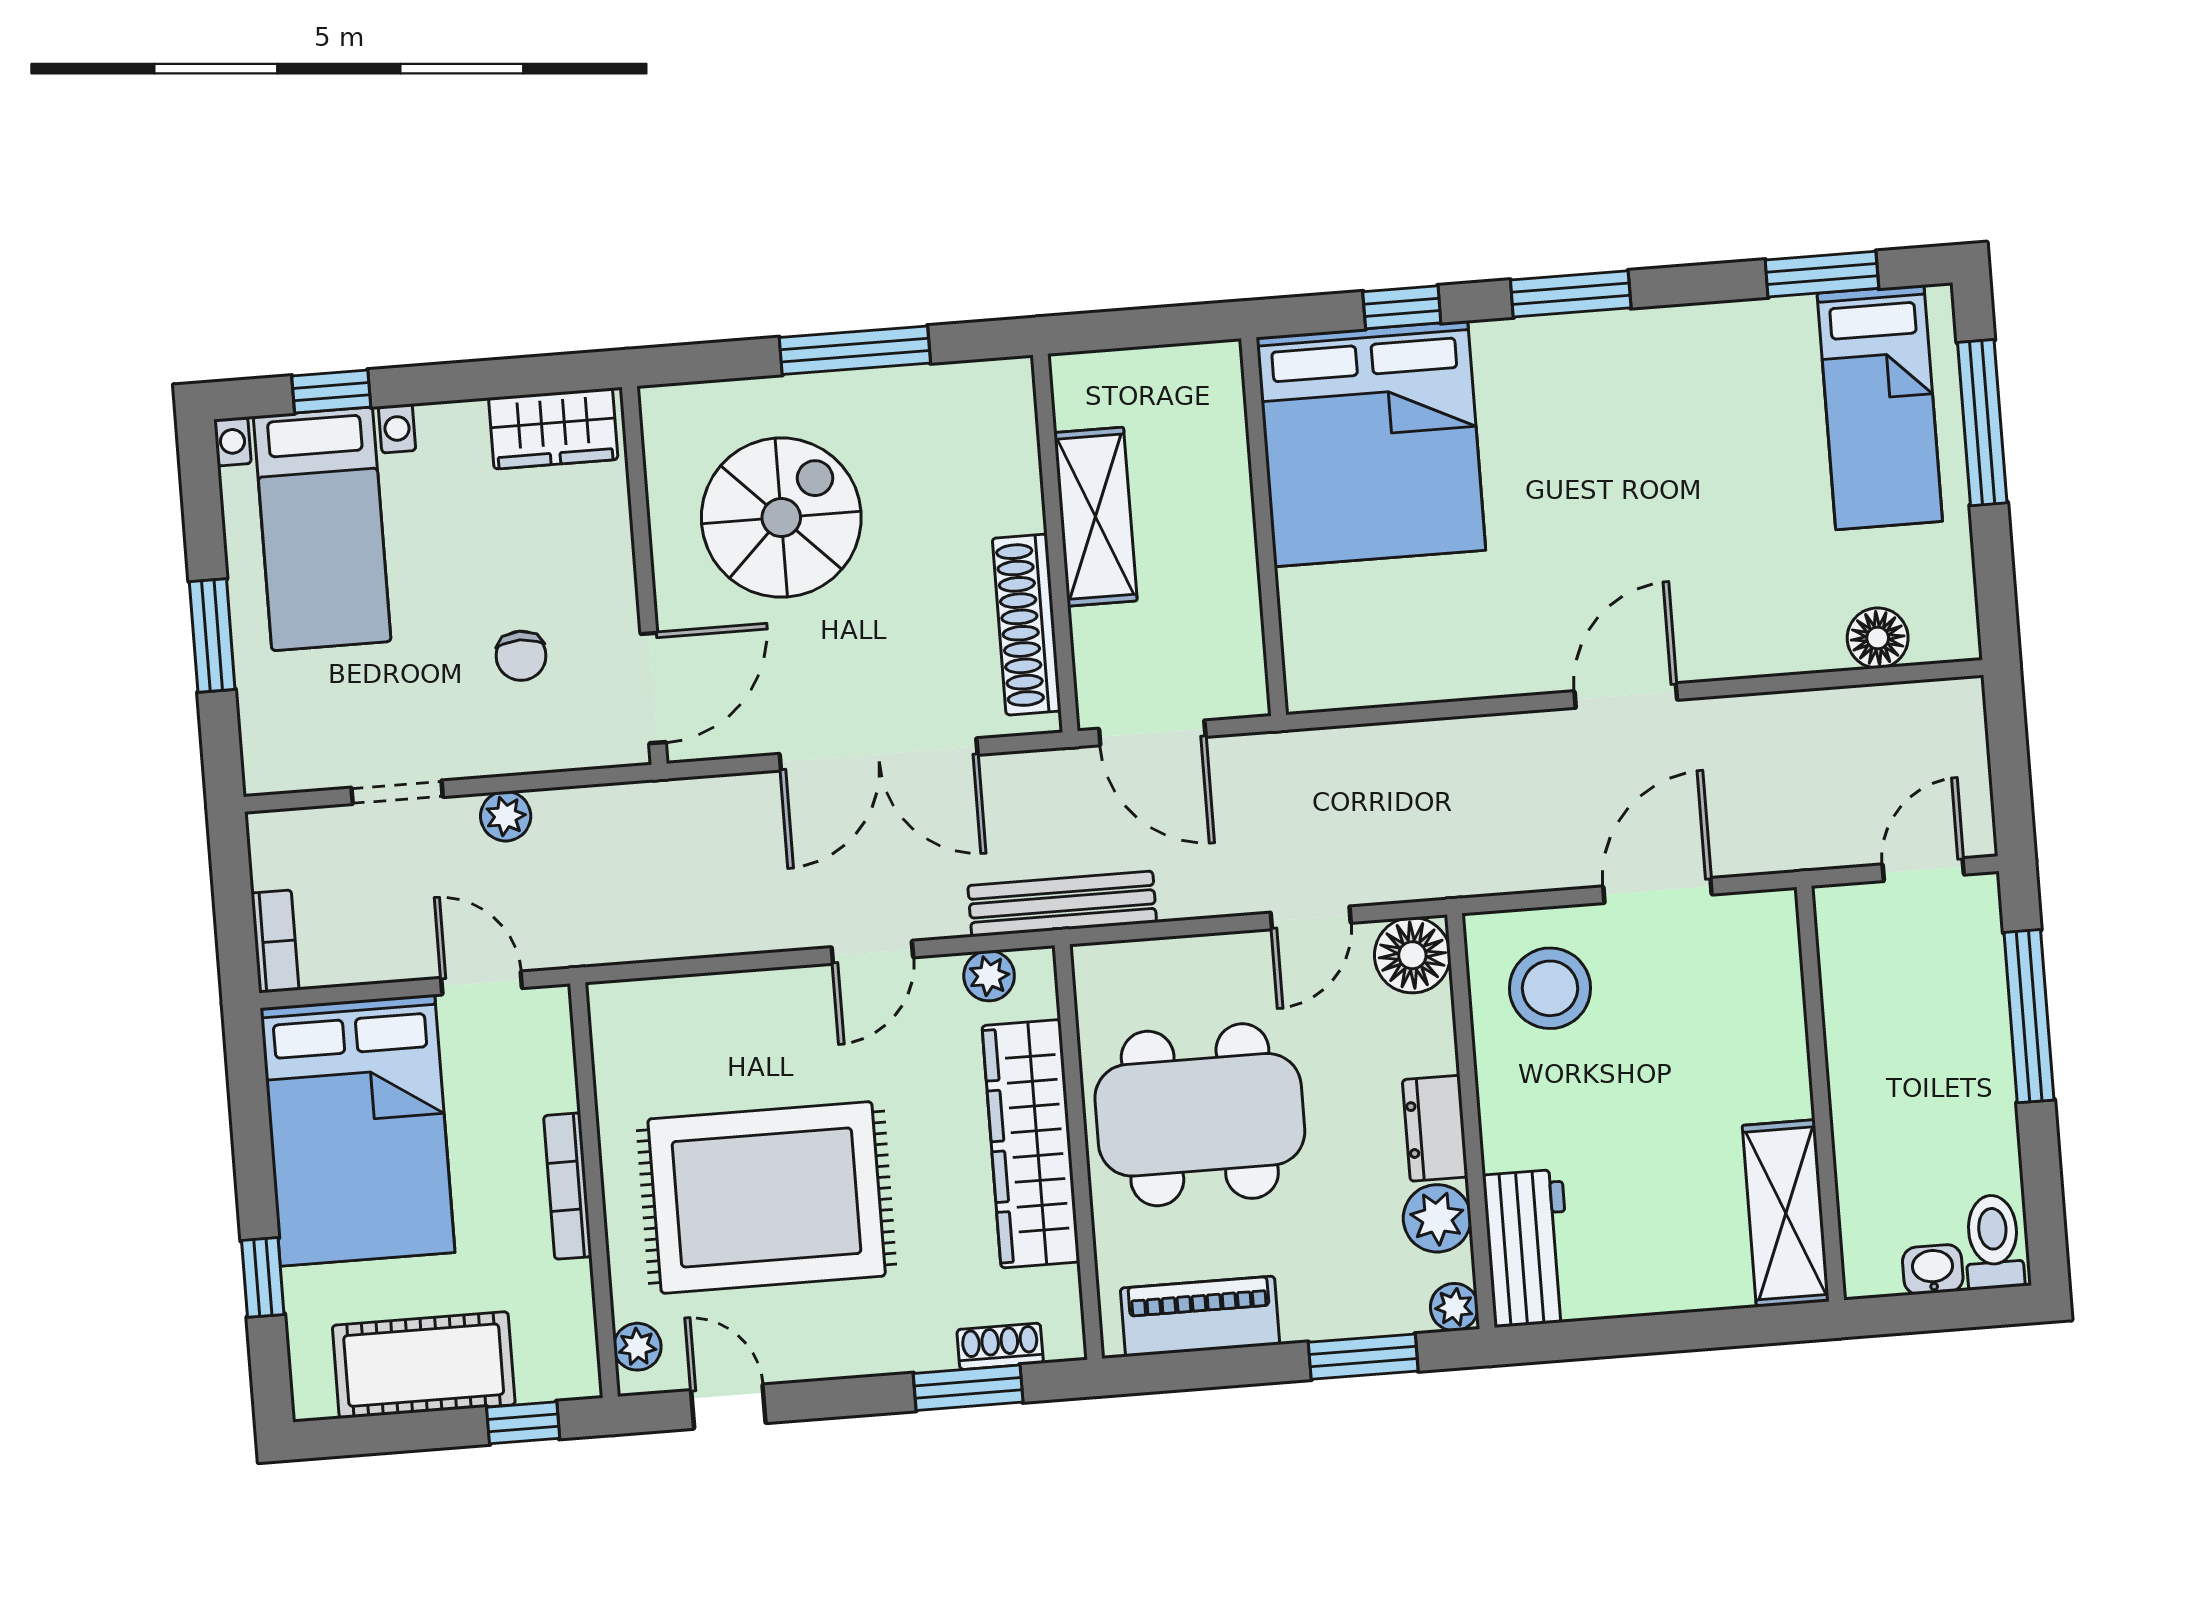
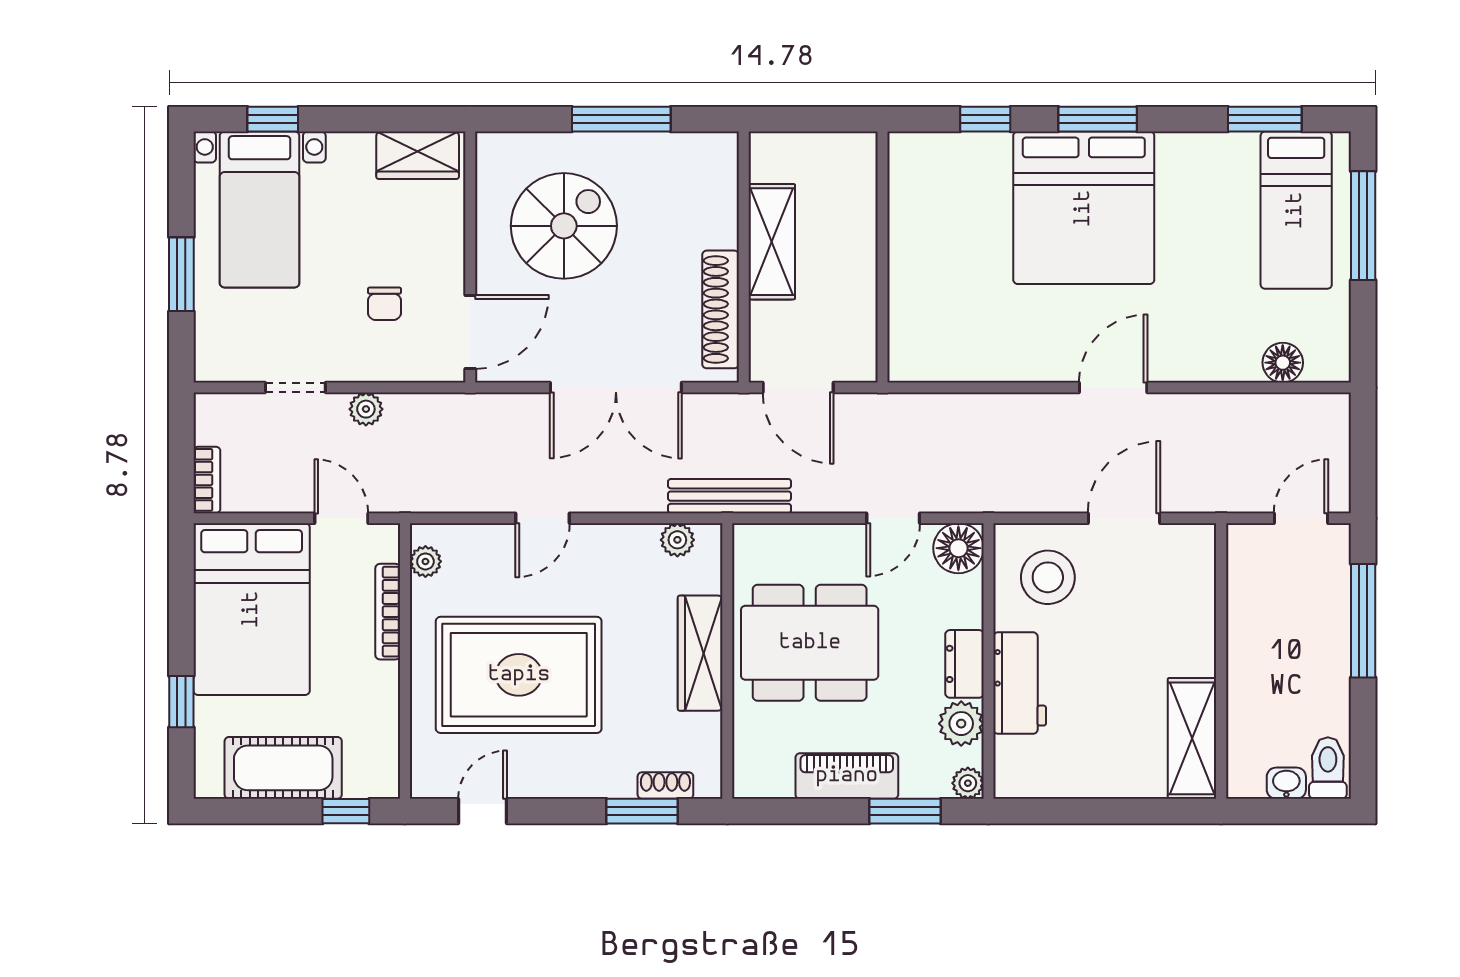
bed: (1371, 444) -> (1084, 208), moved
door: (872, 952) -> (543, 518), moved
wardrobe: (1031, 1144) -> (700, 653), width x0.71, depth x0.85
bookcase: (568, 1186) -> (388, 612), moved
workbench: (1528, 1248) -> (1020, 683), moved
piano: (1200, 1316) -> (847, 776), moved
plant: (637, 1347) -> (425, 561), moved
door: (728, 1407) -> (483, 811), hinge flipped

